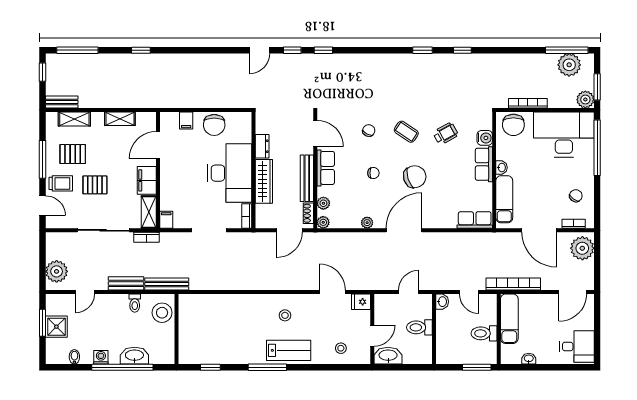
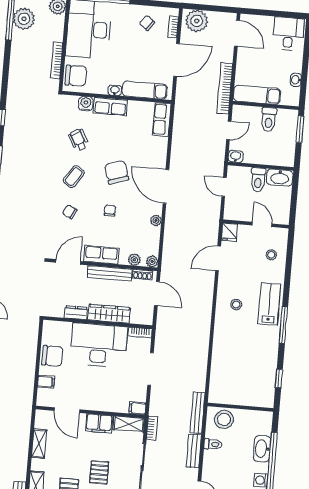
washbasin: (388, 356) -> (280, 178), moved, turned -90

